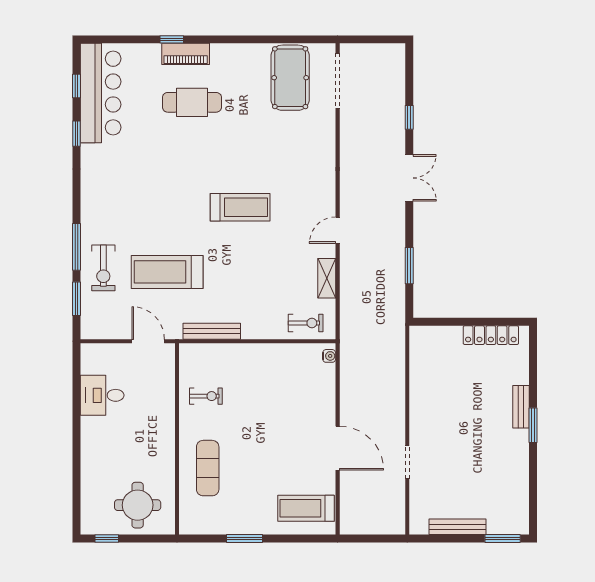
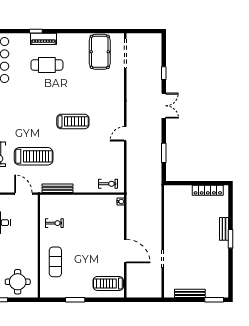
treadmill: (167, 272) -> (34, 156), turned 180
shelving: (327, 278) -> (119, 160), removed

